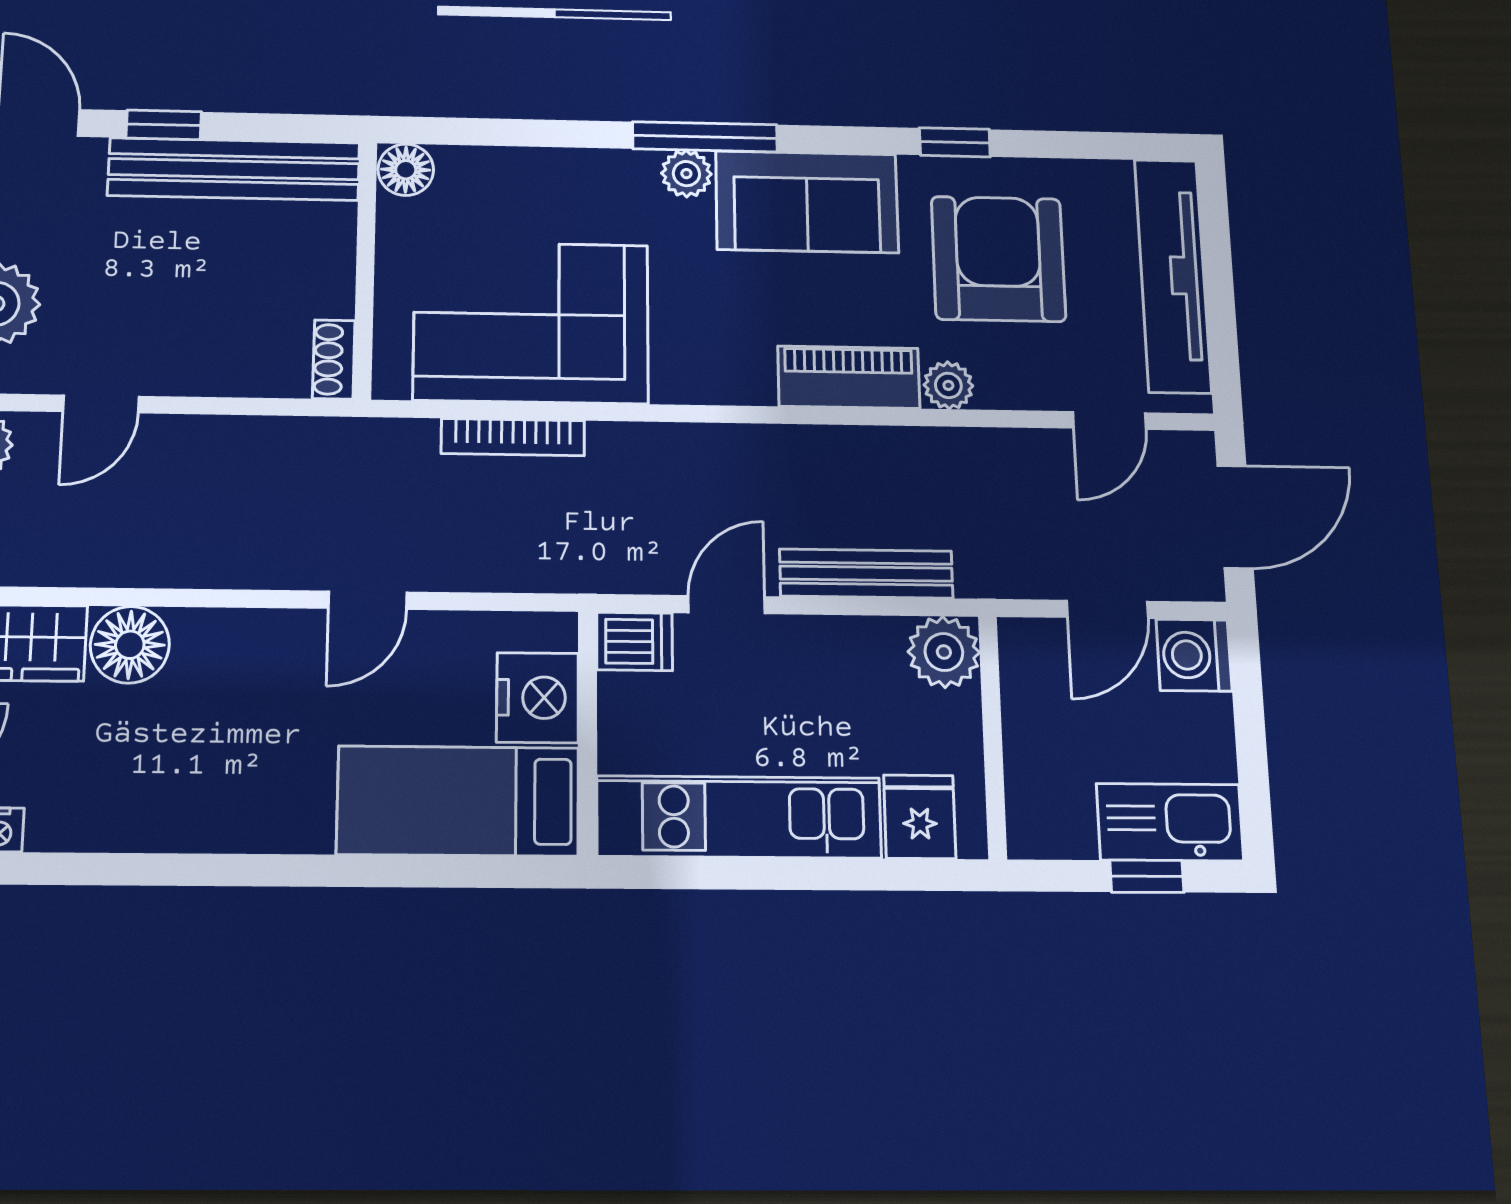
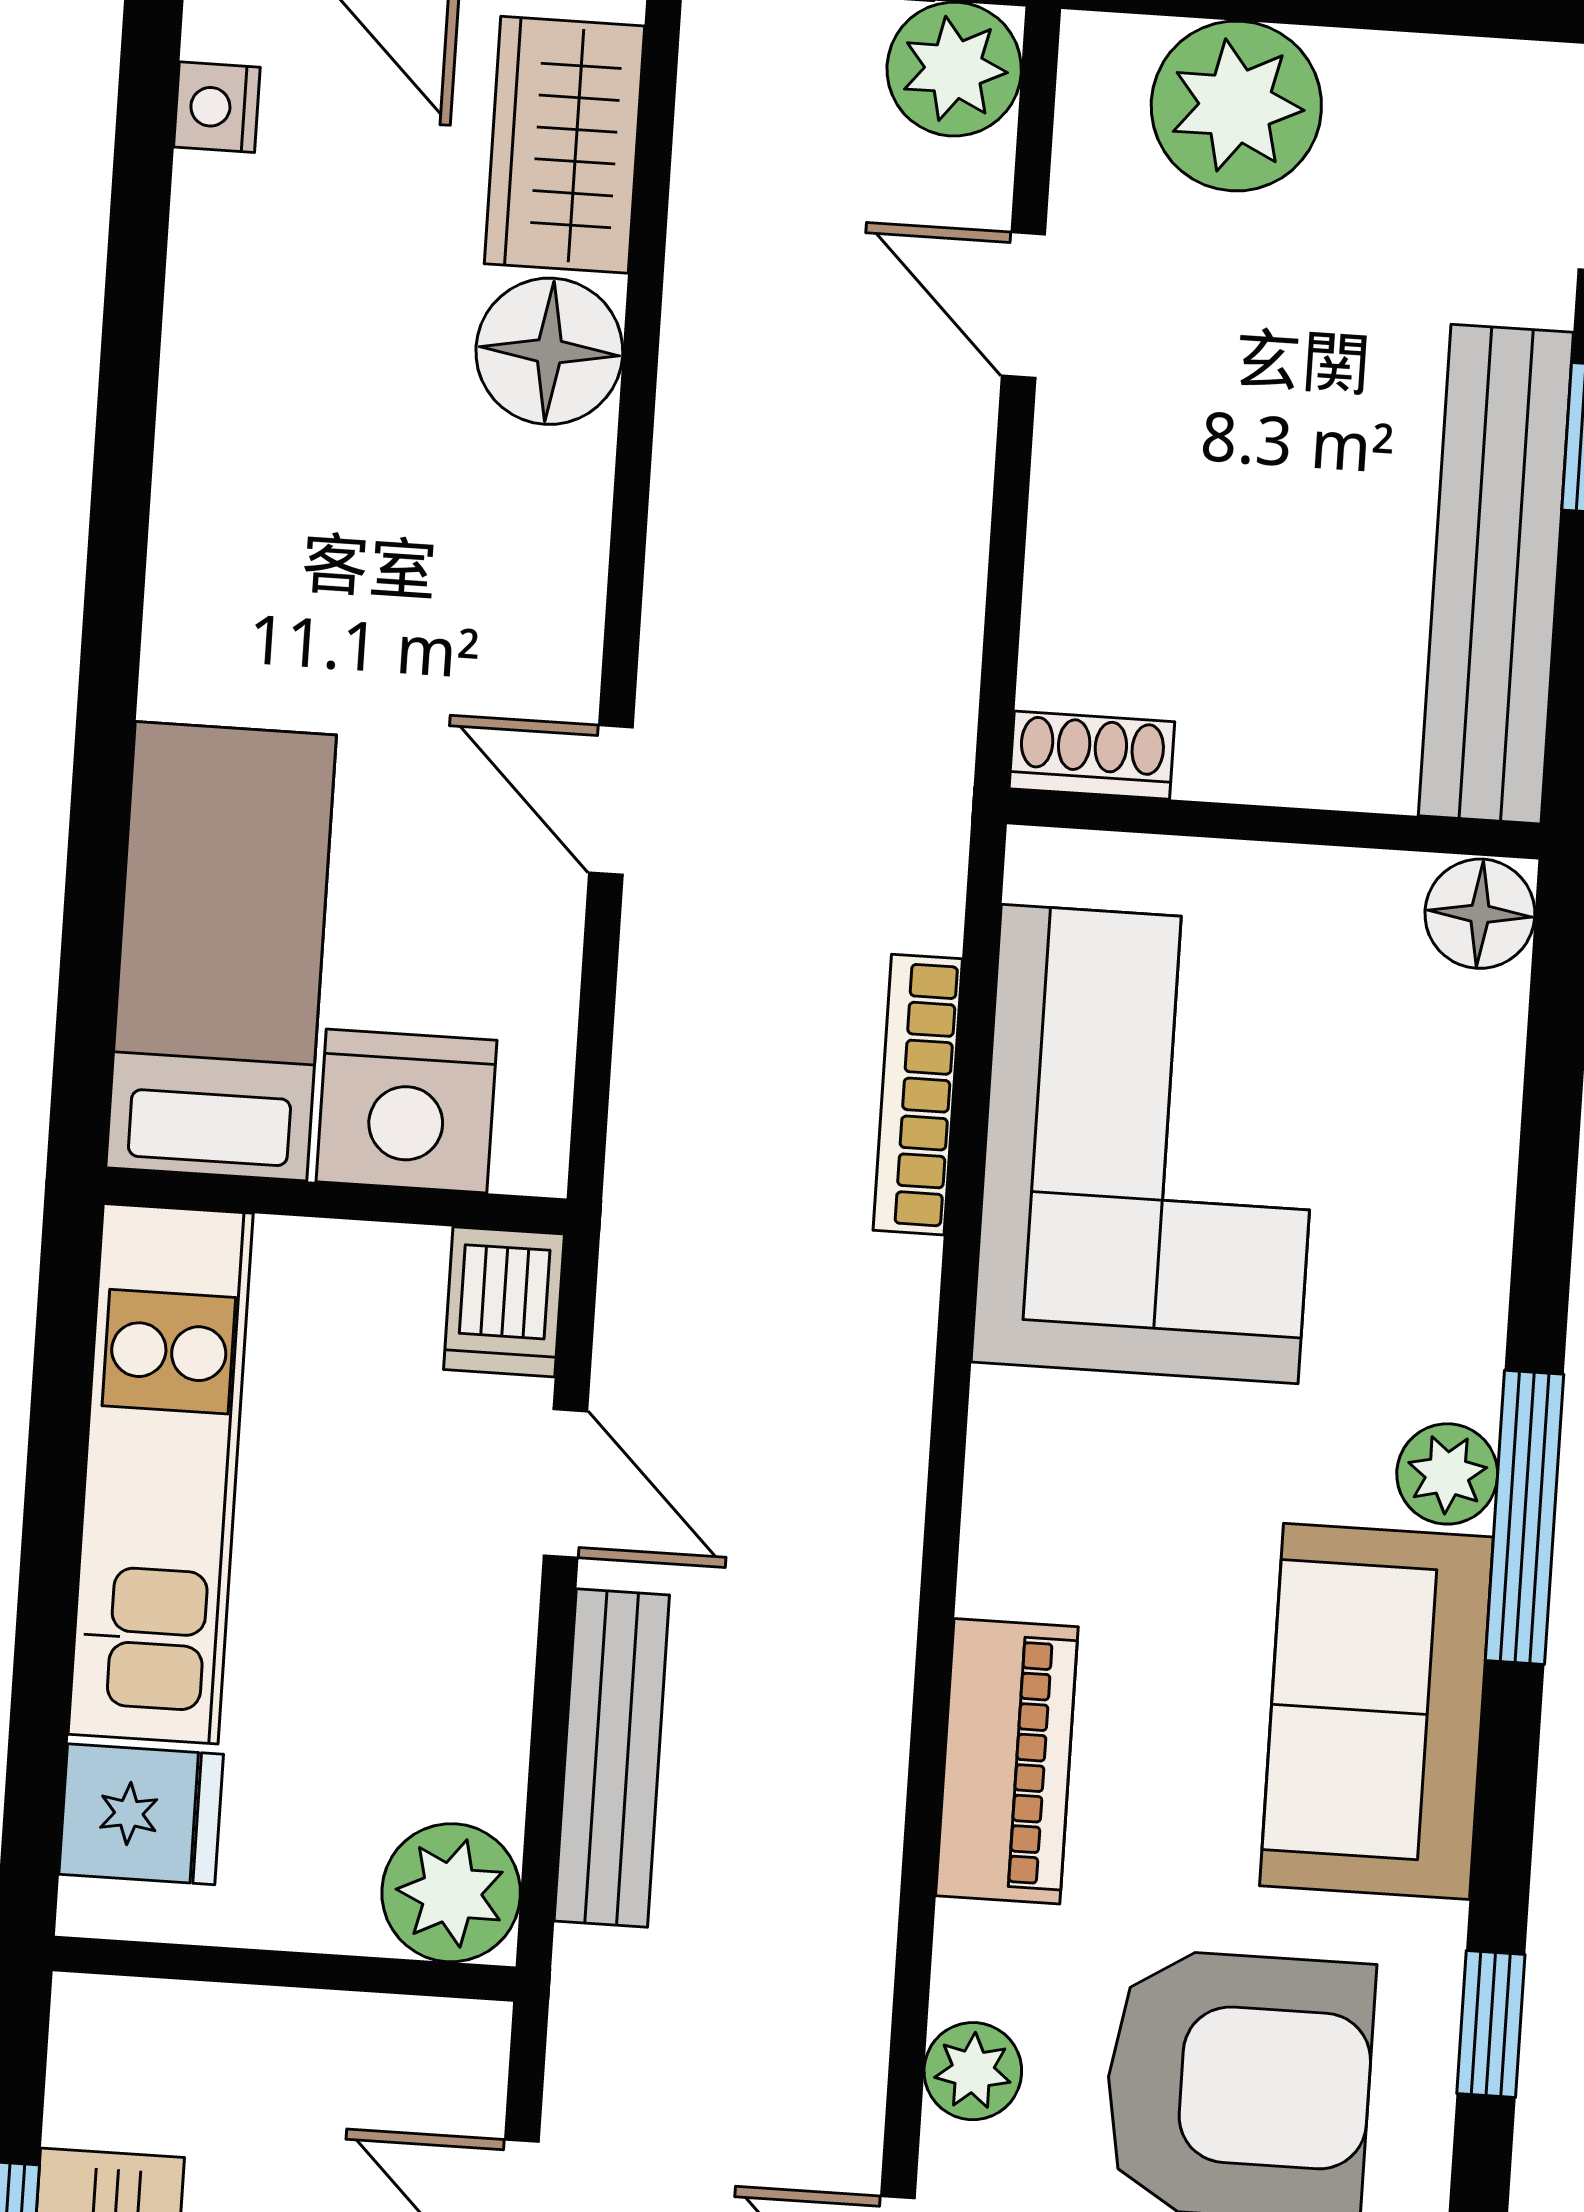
plant: (948, 385) -> (973, 2071), moved

